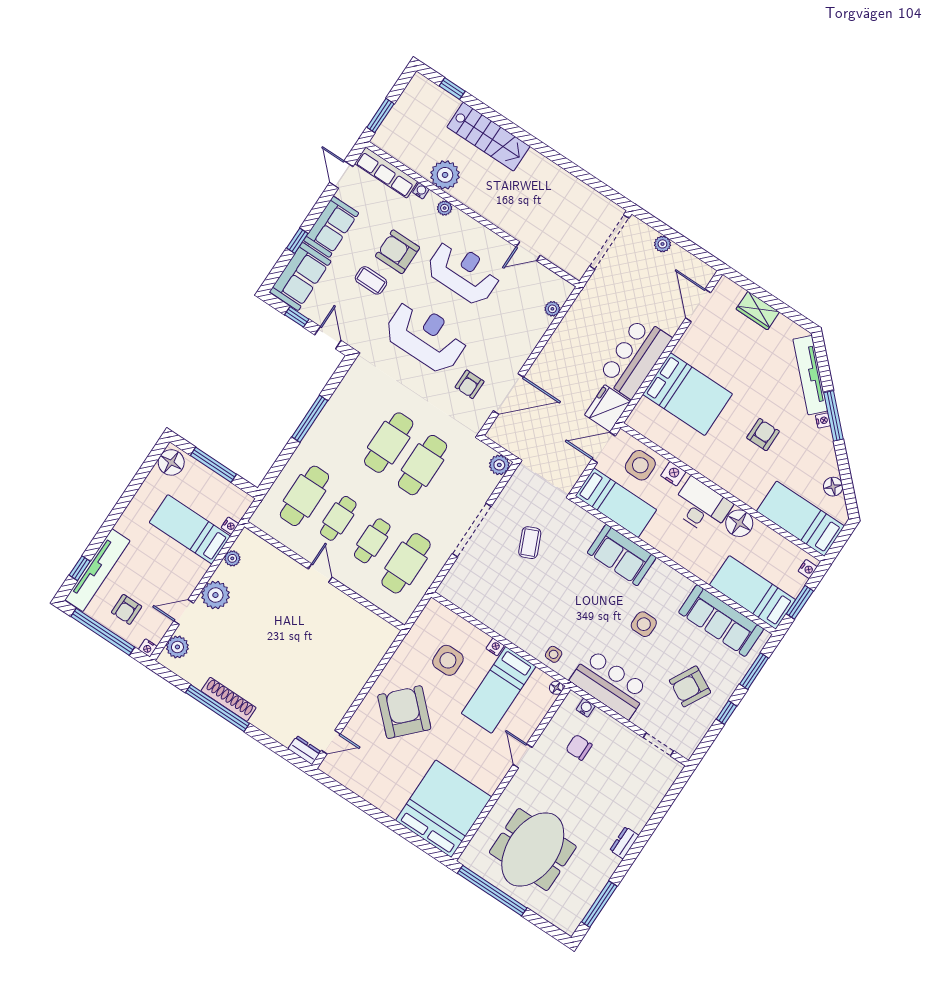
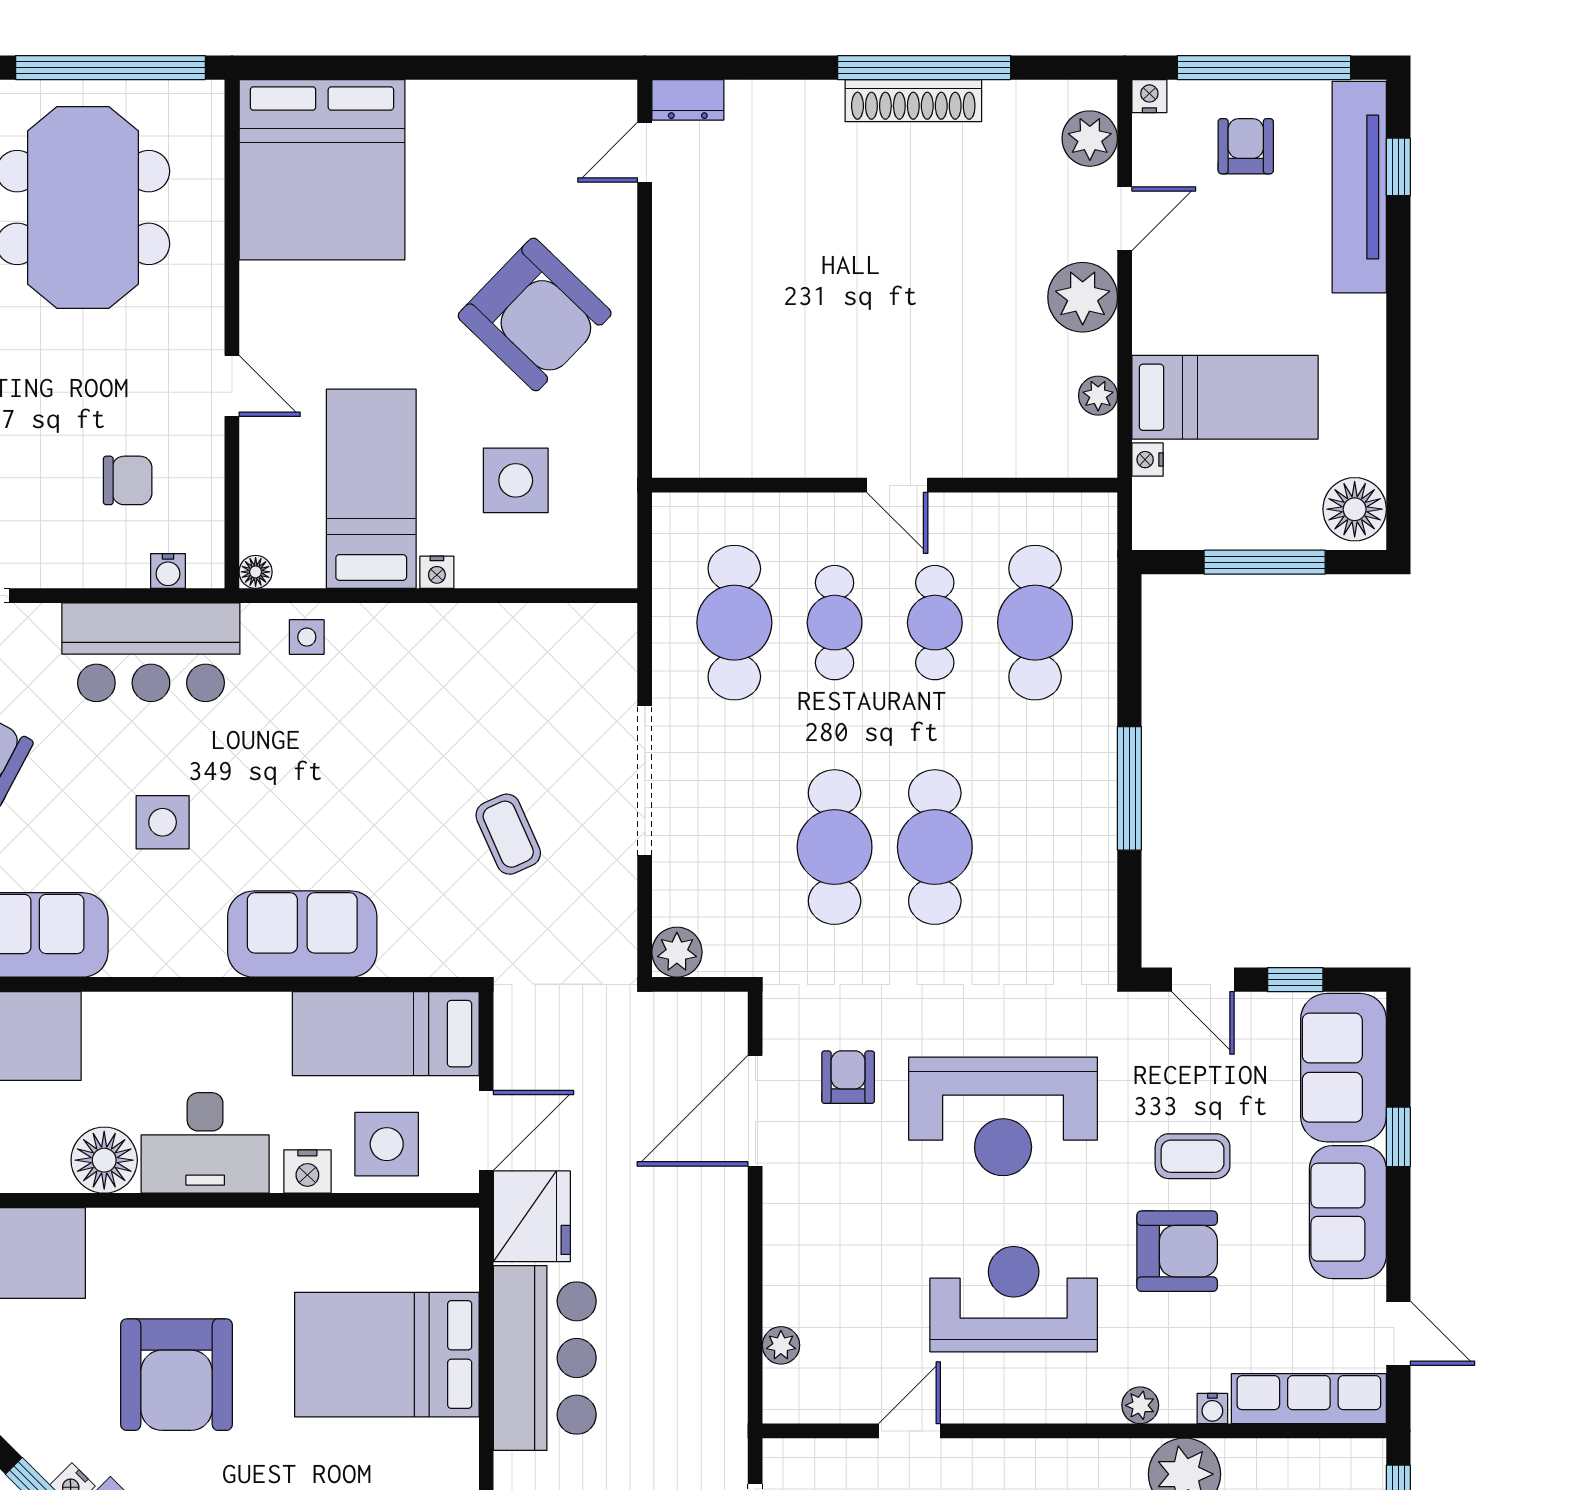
reception desk: (463, 272) -> (1014, 1299), turned 180
armchair: (763, 435) -> (177, 1375), width x1.88, depth x1.88

